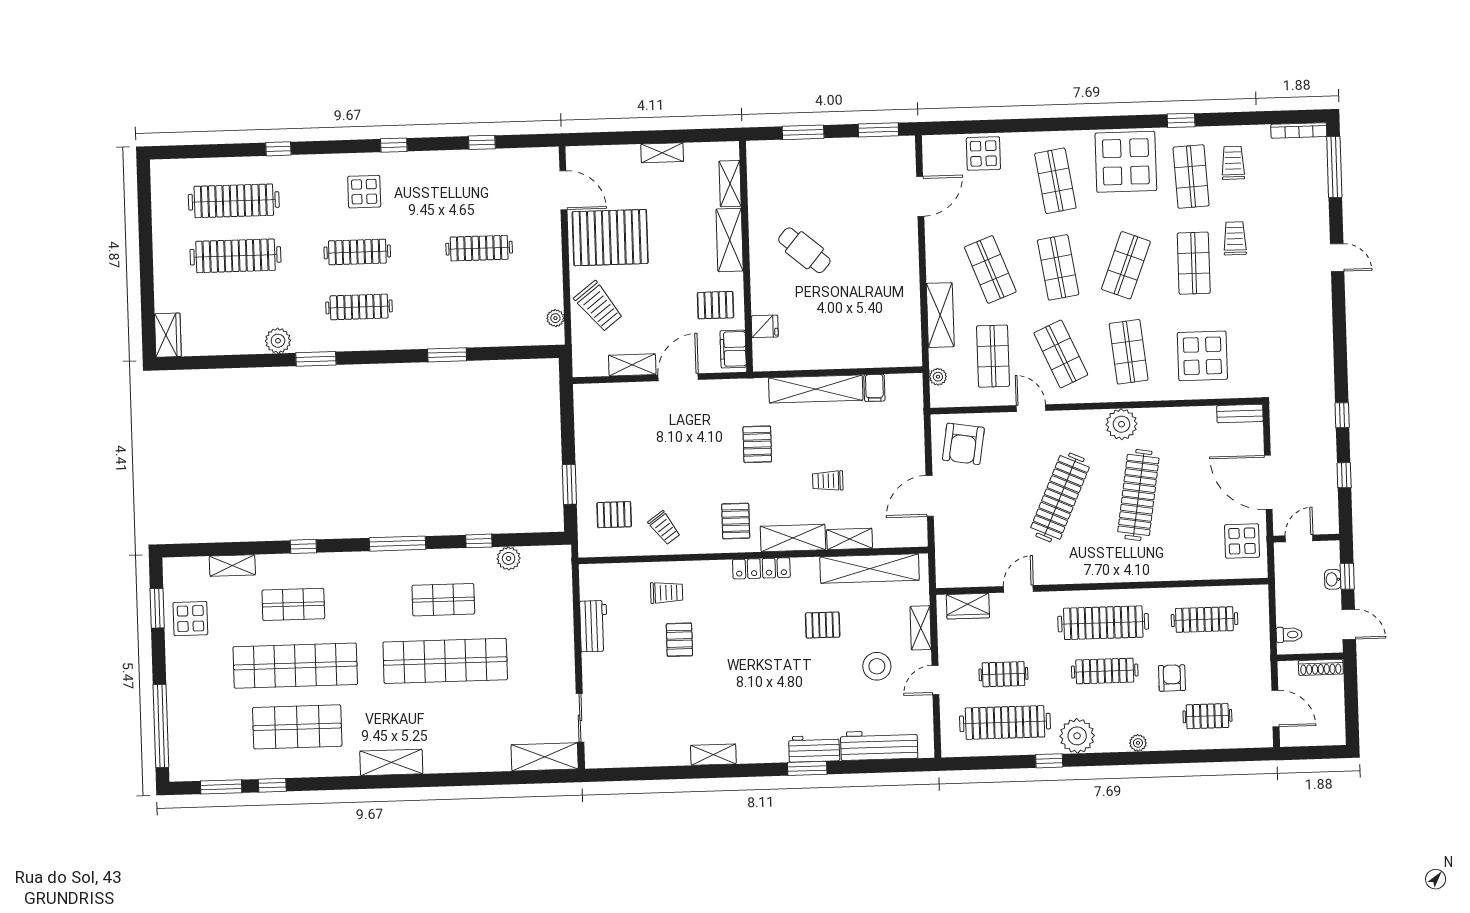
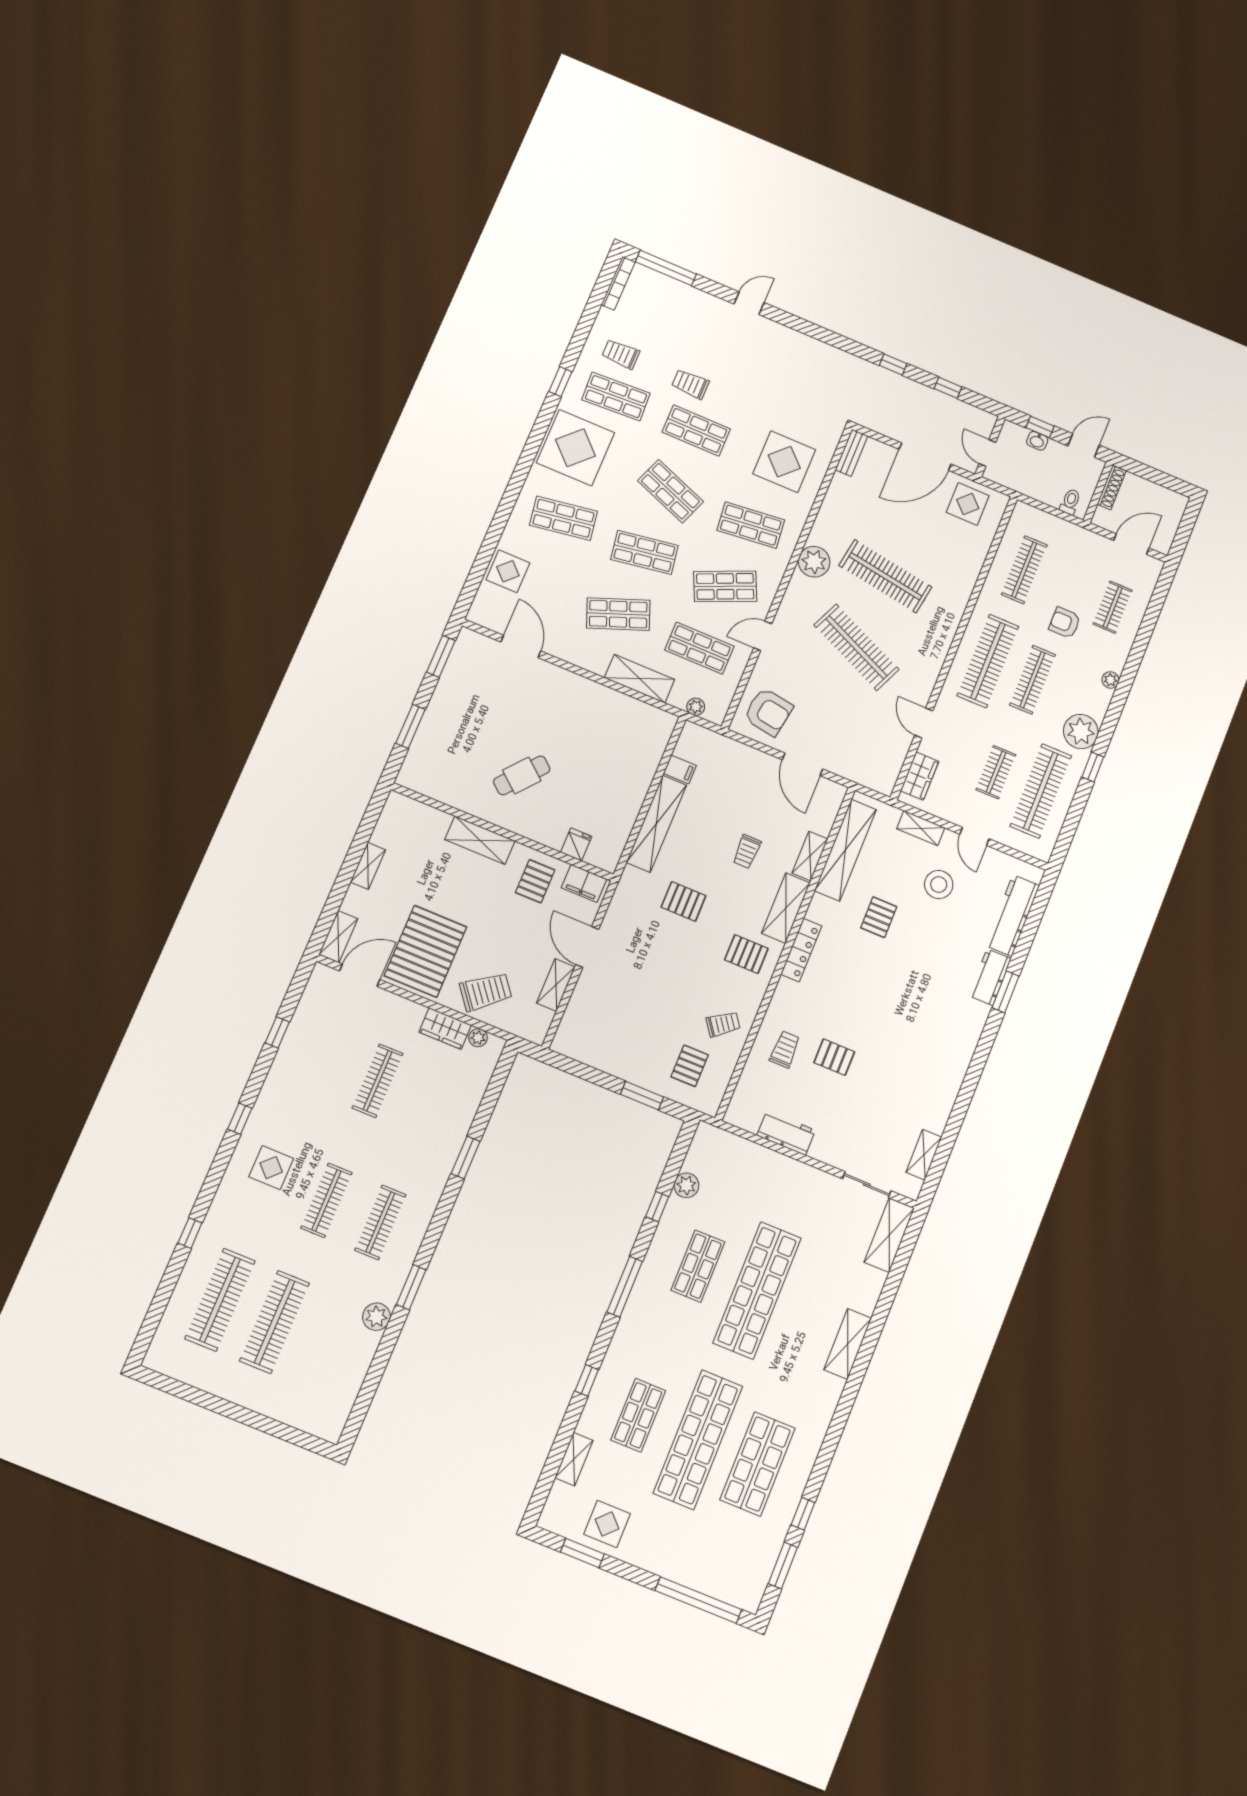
shelving: (730, 184) -> (338, 937), moved, turned 90
wardrobe: (168, 335) -> (445, 1029), moved, turned 180
shelving: (713, 755) -> (924, 1155), moved
shelving: (391, 762) -> (848, 1344), moved

